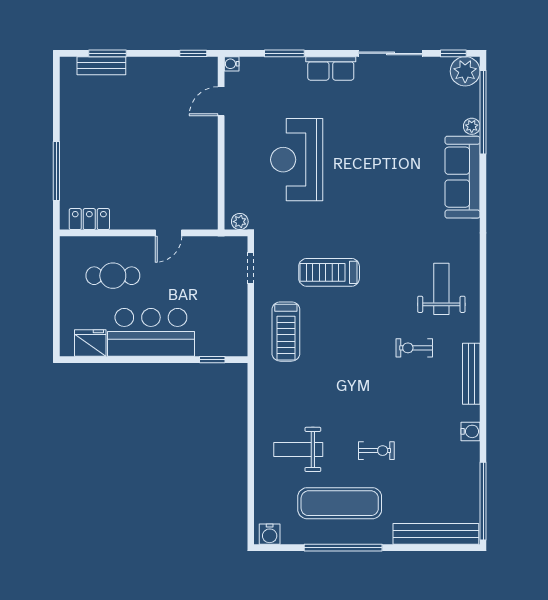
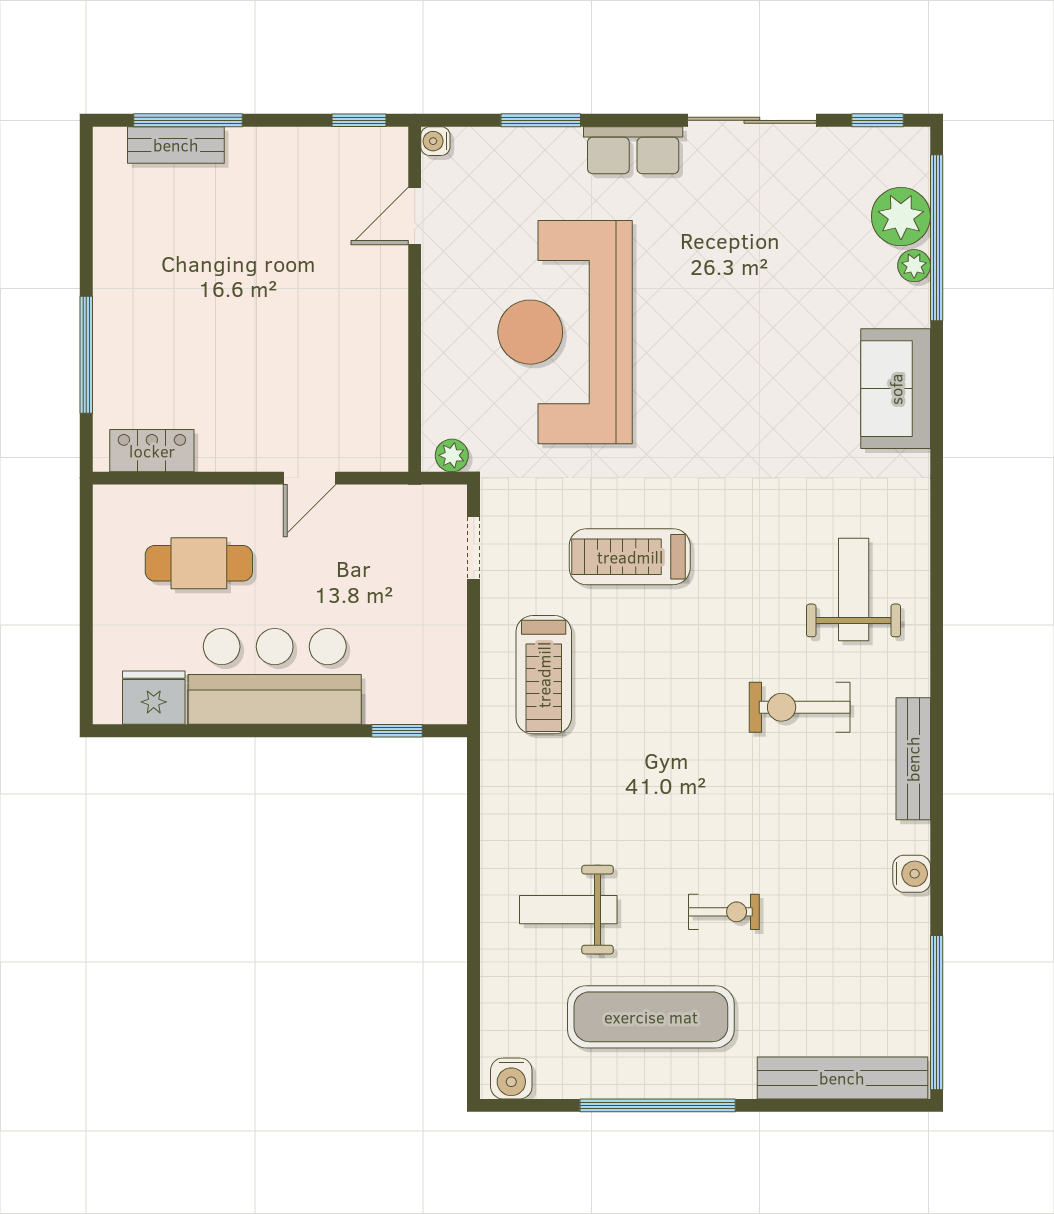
window: (107, 53) -> (188, 120), width x1.44
plant: (465, 71) -> (901, 217), moved
reception desk: (297, 160) -> (565, 332), width x1.36, depth x1.30
sofa: (462, 177) -> (896, 389), width x0.73
exercise bike: (414, 348) -> (800, 707), width x1.38, depth x1.39

